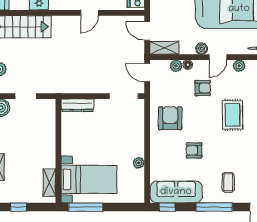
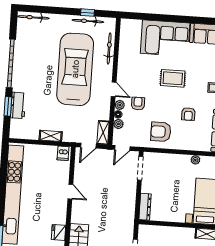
boiler: (202, 49) -> (106, 102), removed
plant: (239, 66) -> (120, 105), moved
rug: (233, 115) -> (173, 78), moved

